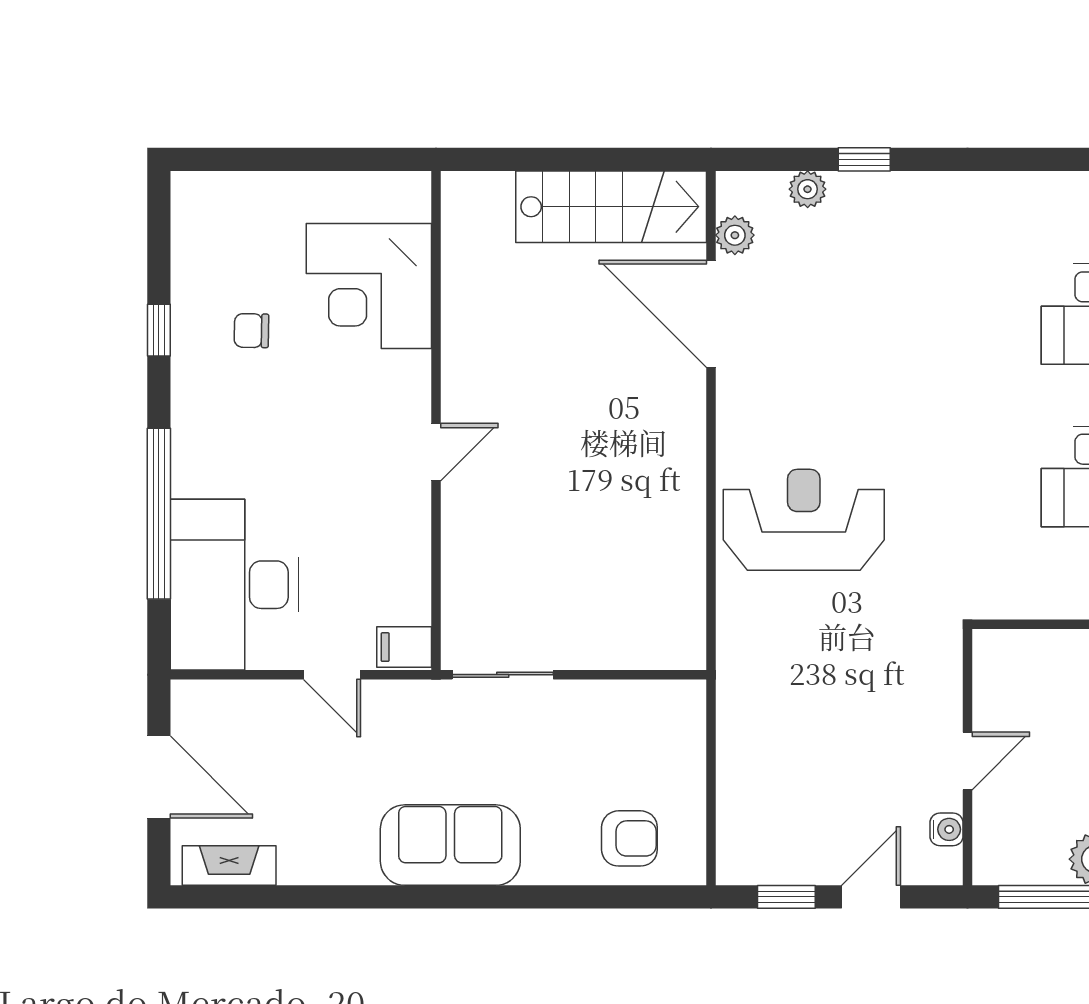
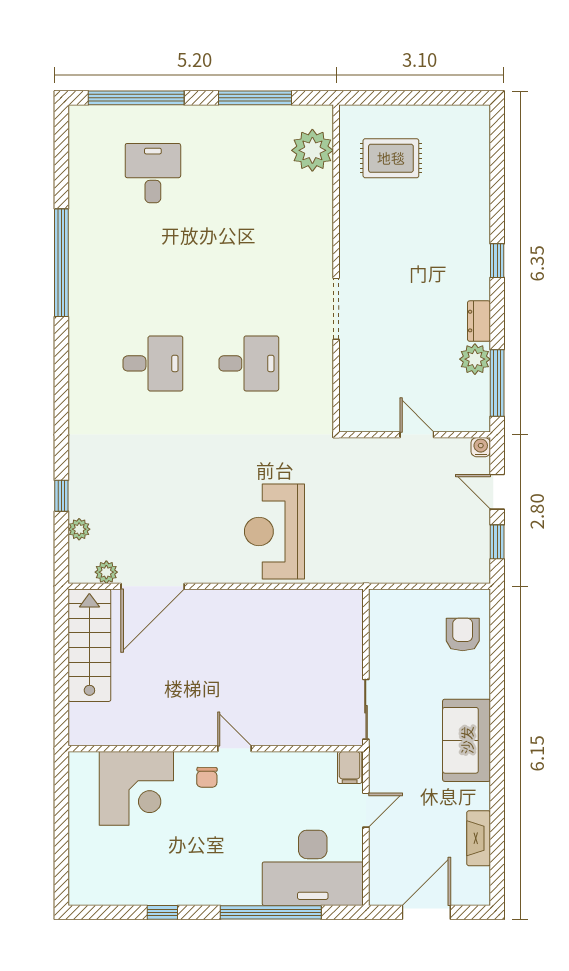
chair: (251, 331) -> (207, 777), moved
water cooler: (947, 829) -> (481, 447), moved
fireplace: (229, 866) -> (479, 838), moved

